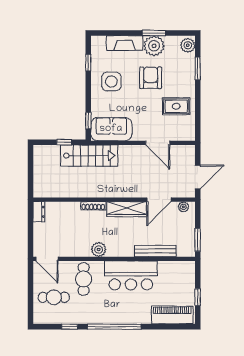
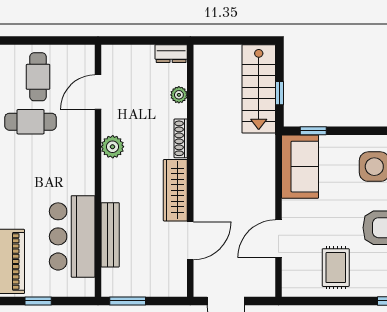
stairs: (89, 156) -> (259, 89), moved
door: (159, 200) -> (190, 241), swing flipped
plant: (183, 207) -> (179, 95), moved
door: (47, 259) -> (98, 92), moved
bar counter: (131, 275) -> (72, 236), moved
cafe table: (84, 279) -> (31, 122), moved

